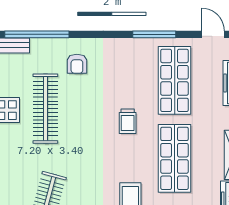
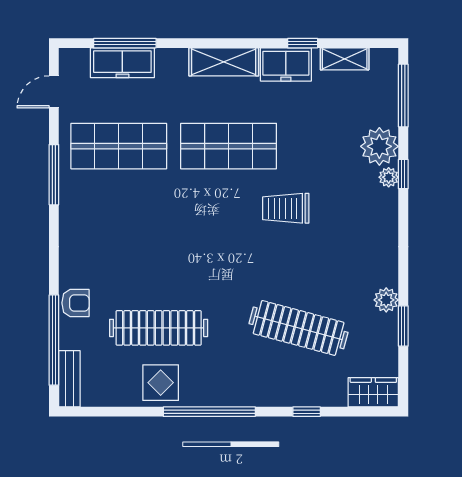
armchair: (77, 64) -> (76, 303), moved
trolley: (128, 121) -> (176, 212), removed

